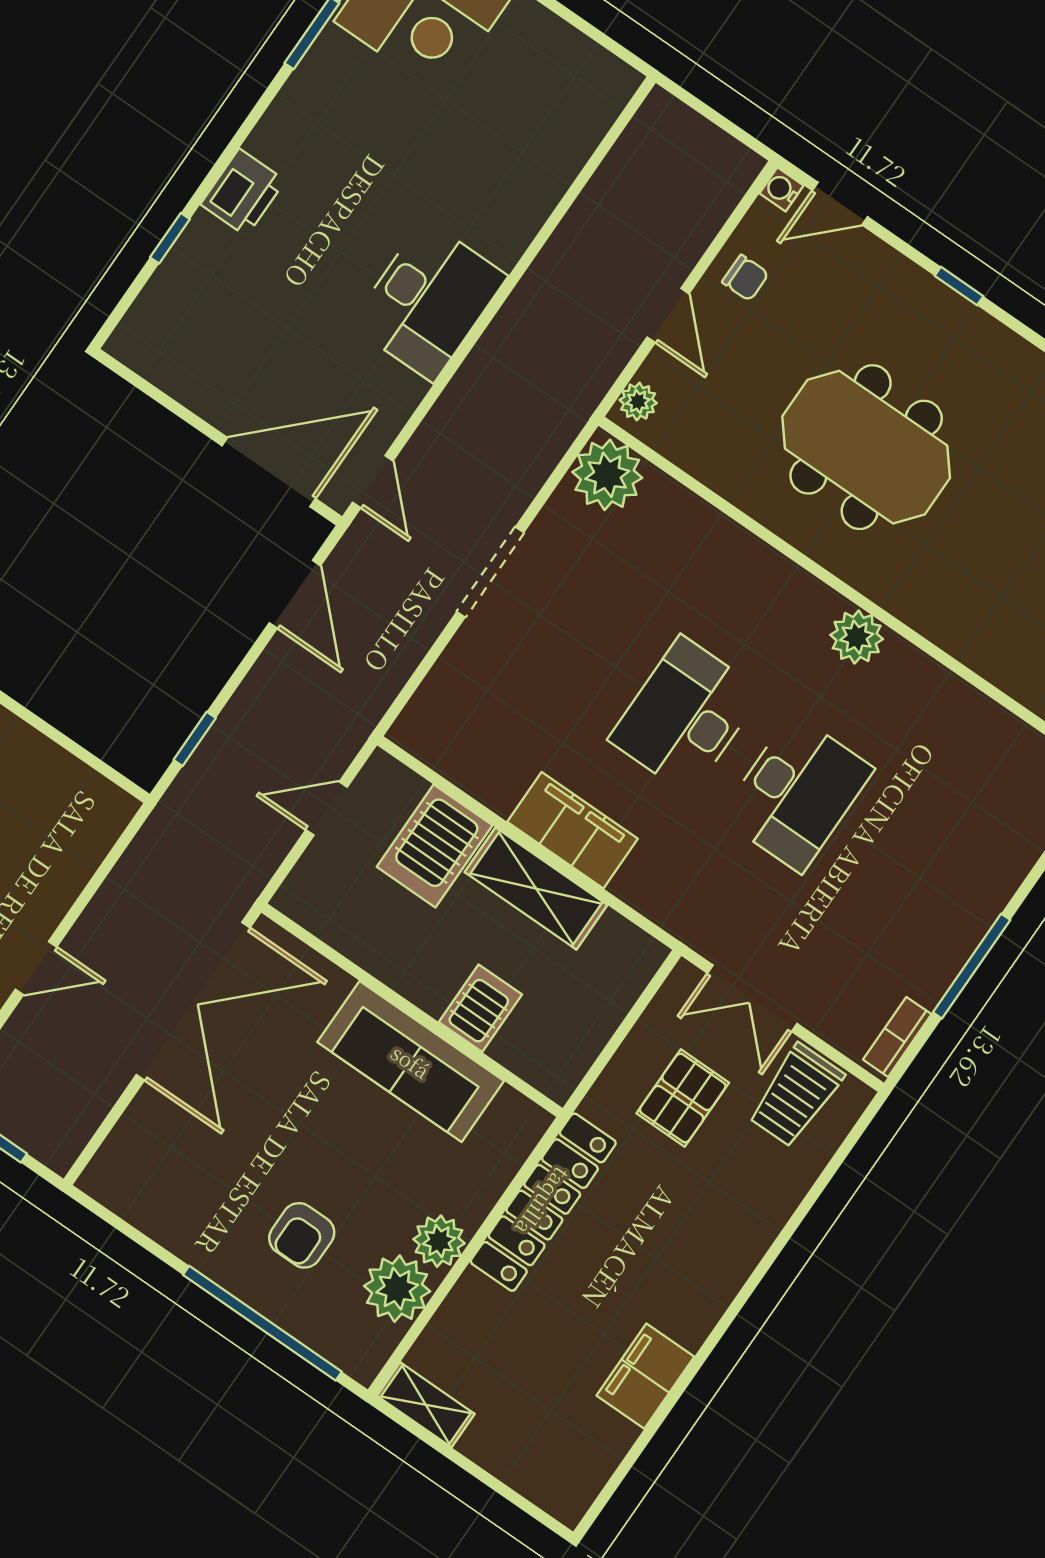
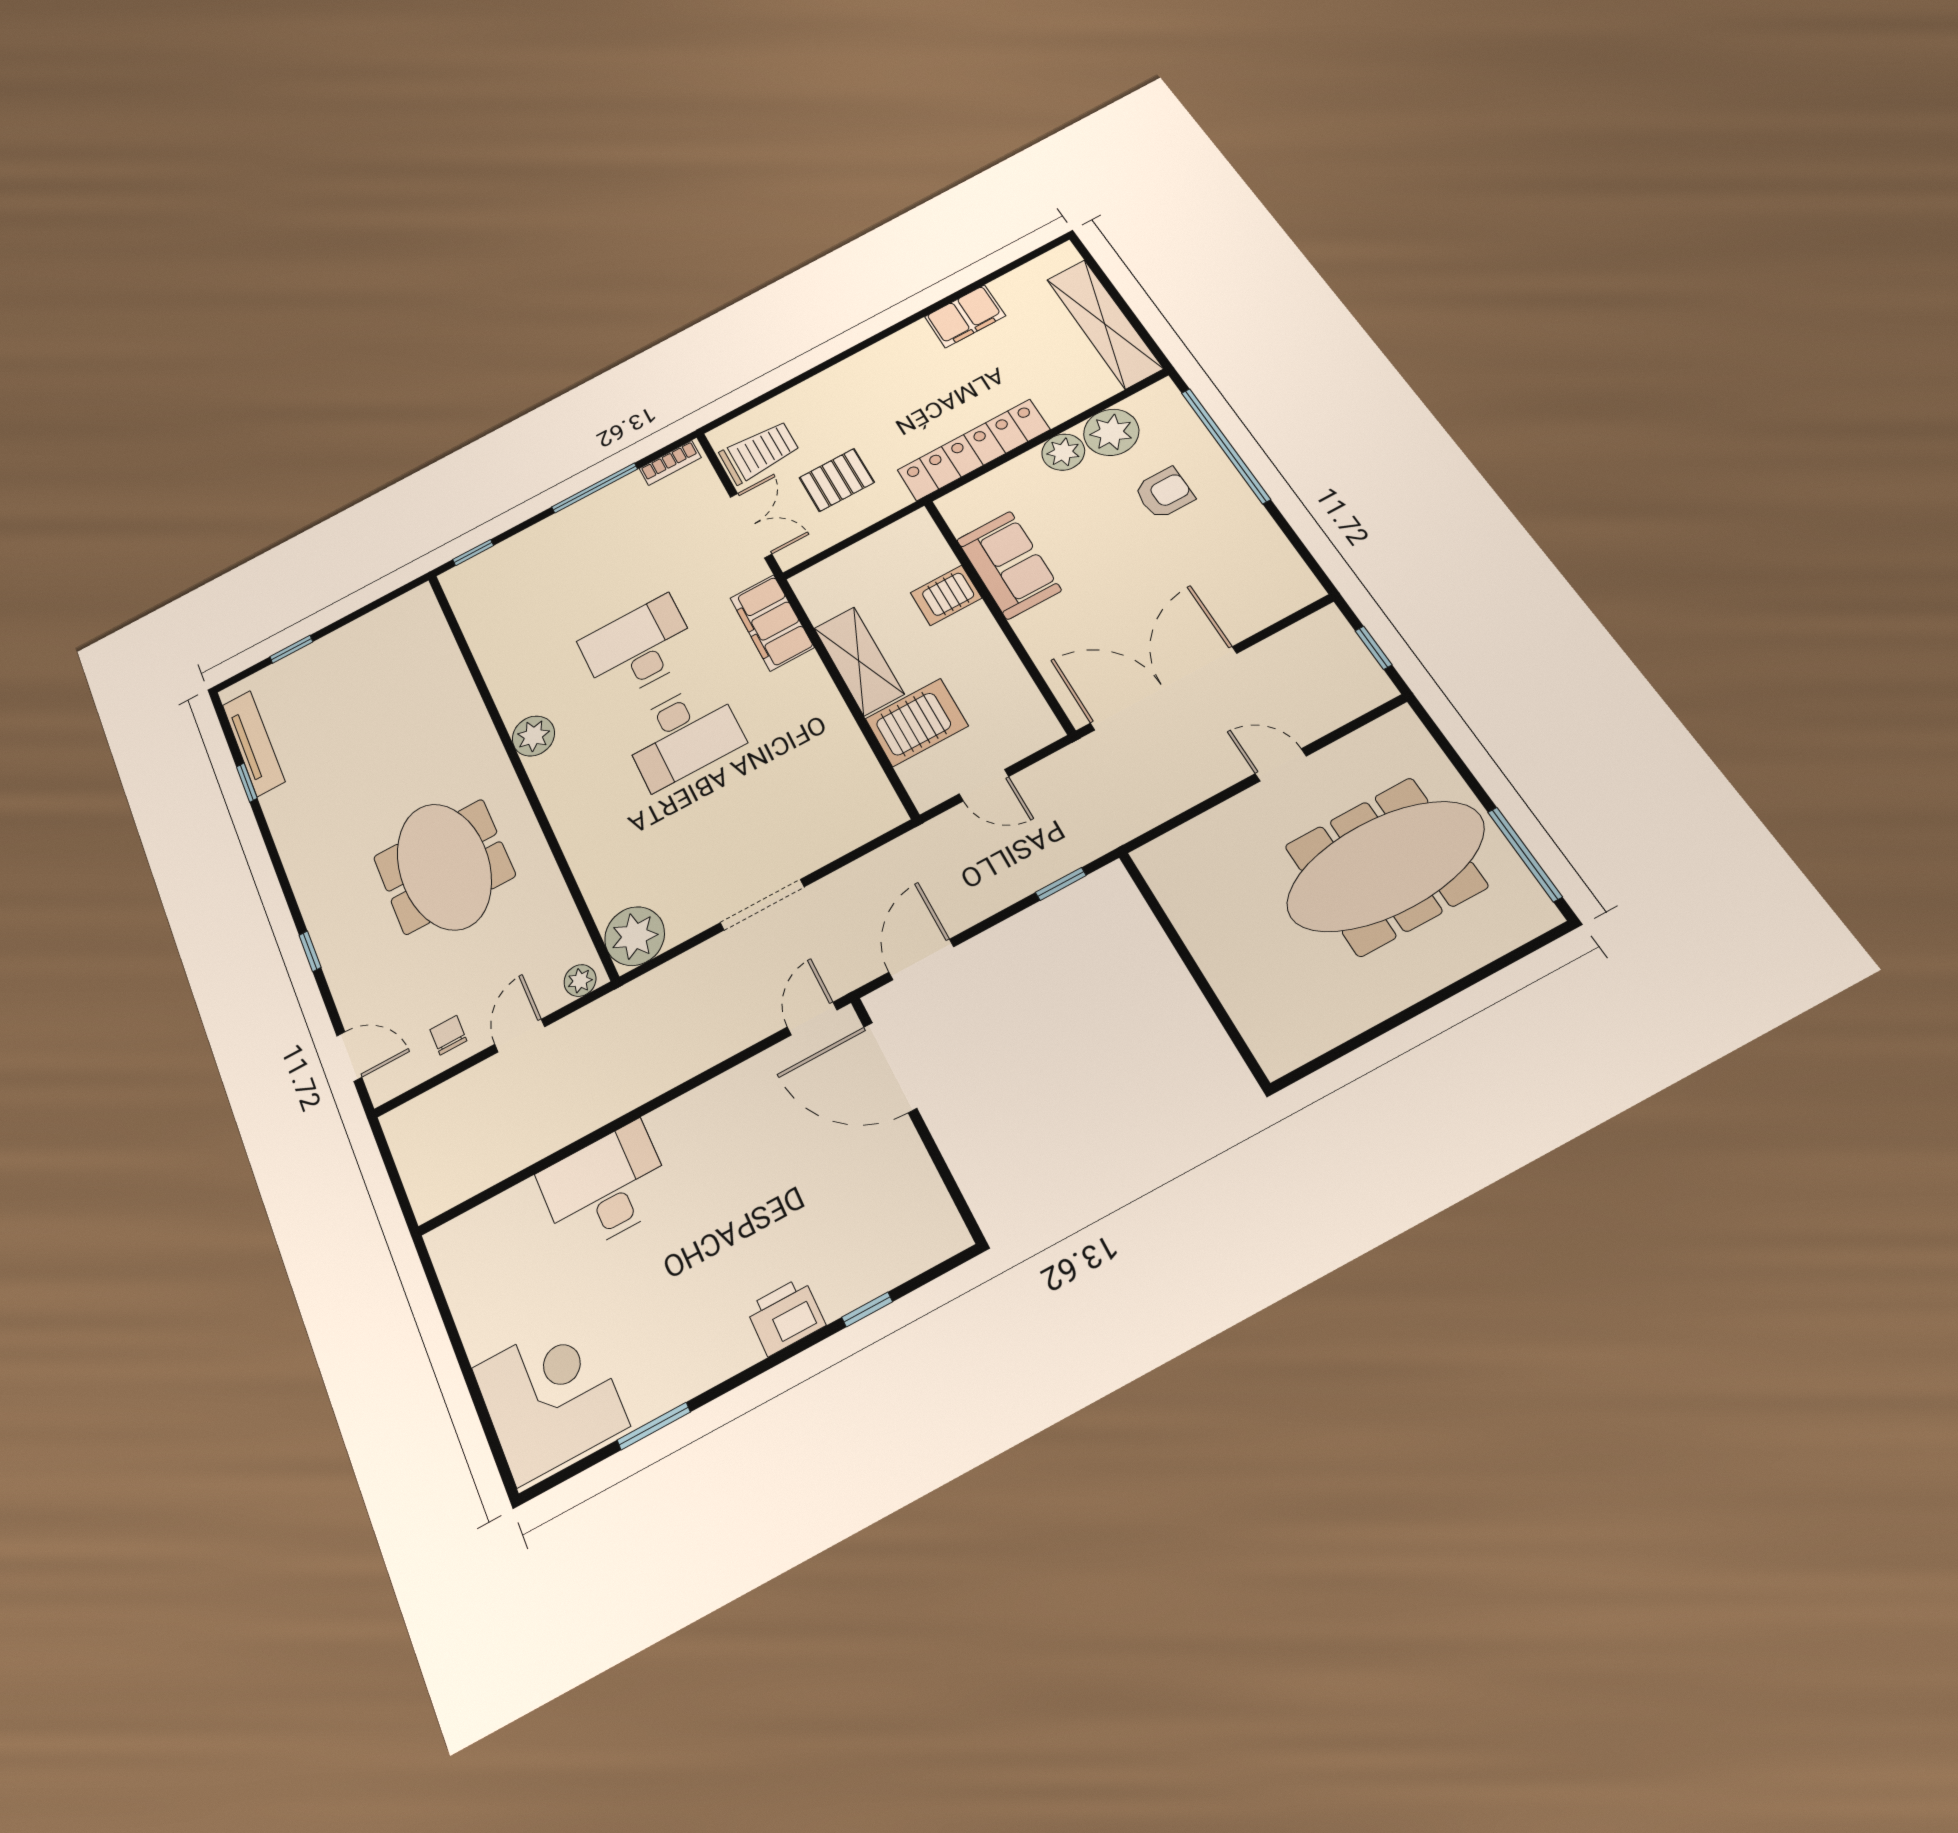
water cooler: (782, 189) -> (382, 1090), removed
desk: (429, 300) -> (605, 1188), moved
filing cabinet: (573, 830) -> (772, 623), moved
sofa: (411, 1061) -> (1009, 565), width x0.73
shelving: (426, 1405) -> (1104, 324), width x2.20, depth x1.33

